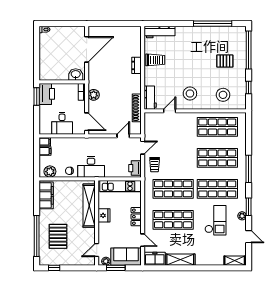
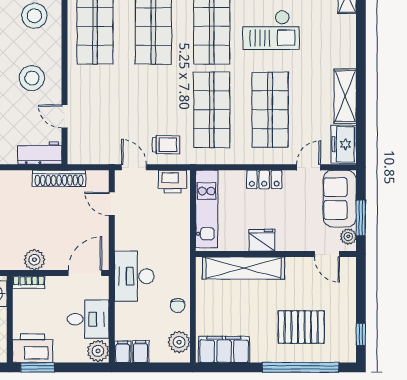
plant: (45, 129) -> (98, 351), added
desk: (91, 167) -> (134, 276), moved, turned 180
checkout: (215, 220) -> (271, 30), turned 180

